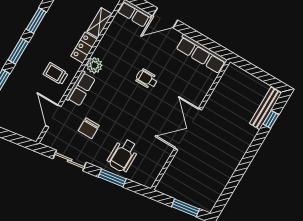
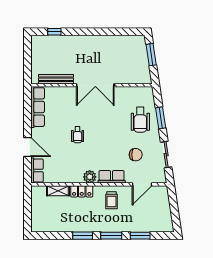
bench: (265, 108) -> (56, 79), moved
wheelchair: (123, 155) -> (140, 120), turned 90

